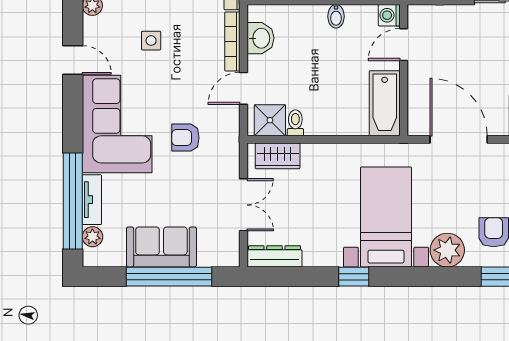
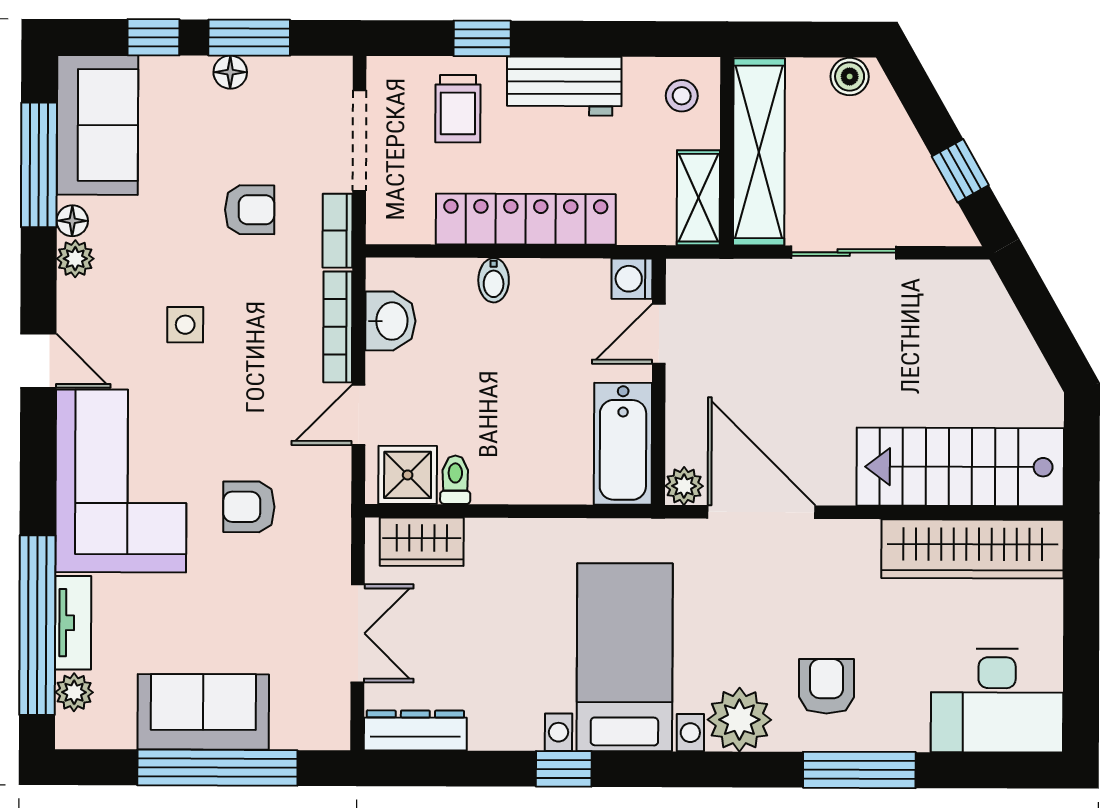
bidet: (336, 16) -> (494, 280), moved
plant: (417, 126) -> (684, 486), added

